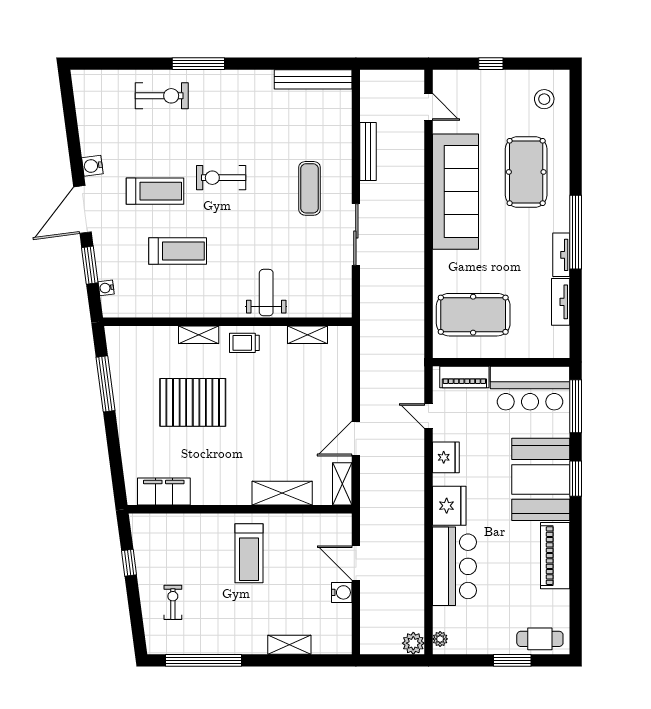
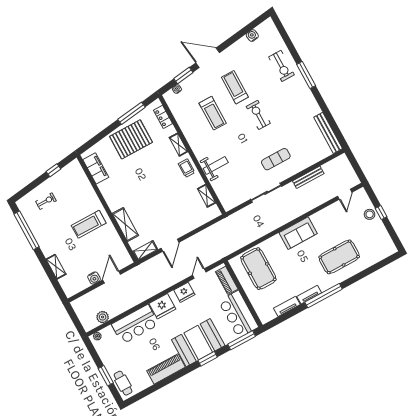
stool: (544, 99) -> (370, 214), moved
water cooler: (92, 166) -> (252, 36), moved
treadmill: (155, 191) -> (235, 87), turned 180
sofa: (455, 192) -> (298, 233), width x0.54, depth x0.79
locker: (139, 336) -> (163, 117), added
pallet: (193, 402) -> (131, 139), moved, turned 90
door: (356, 439) -> (170, 245), swing flipped
plant: (413, 643) -> (103, 317), moved

